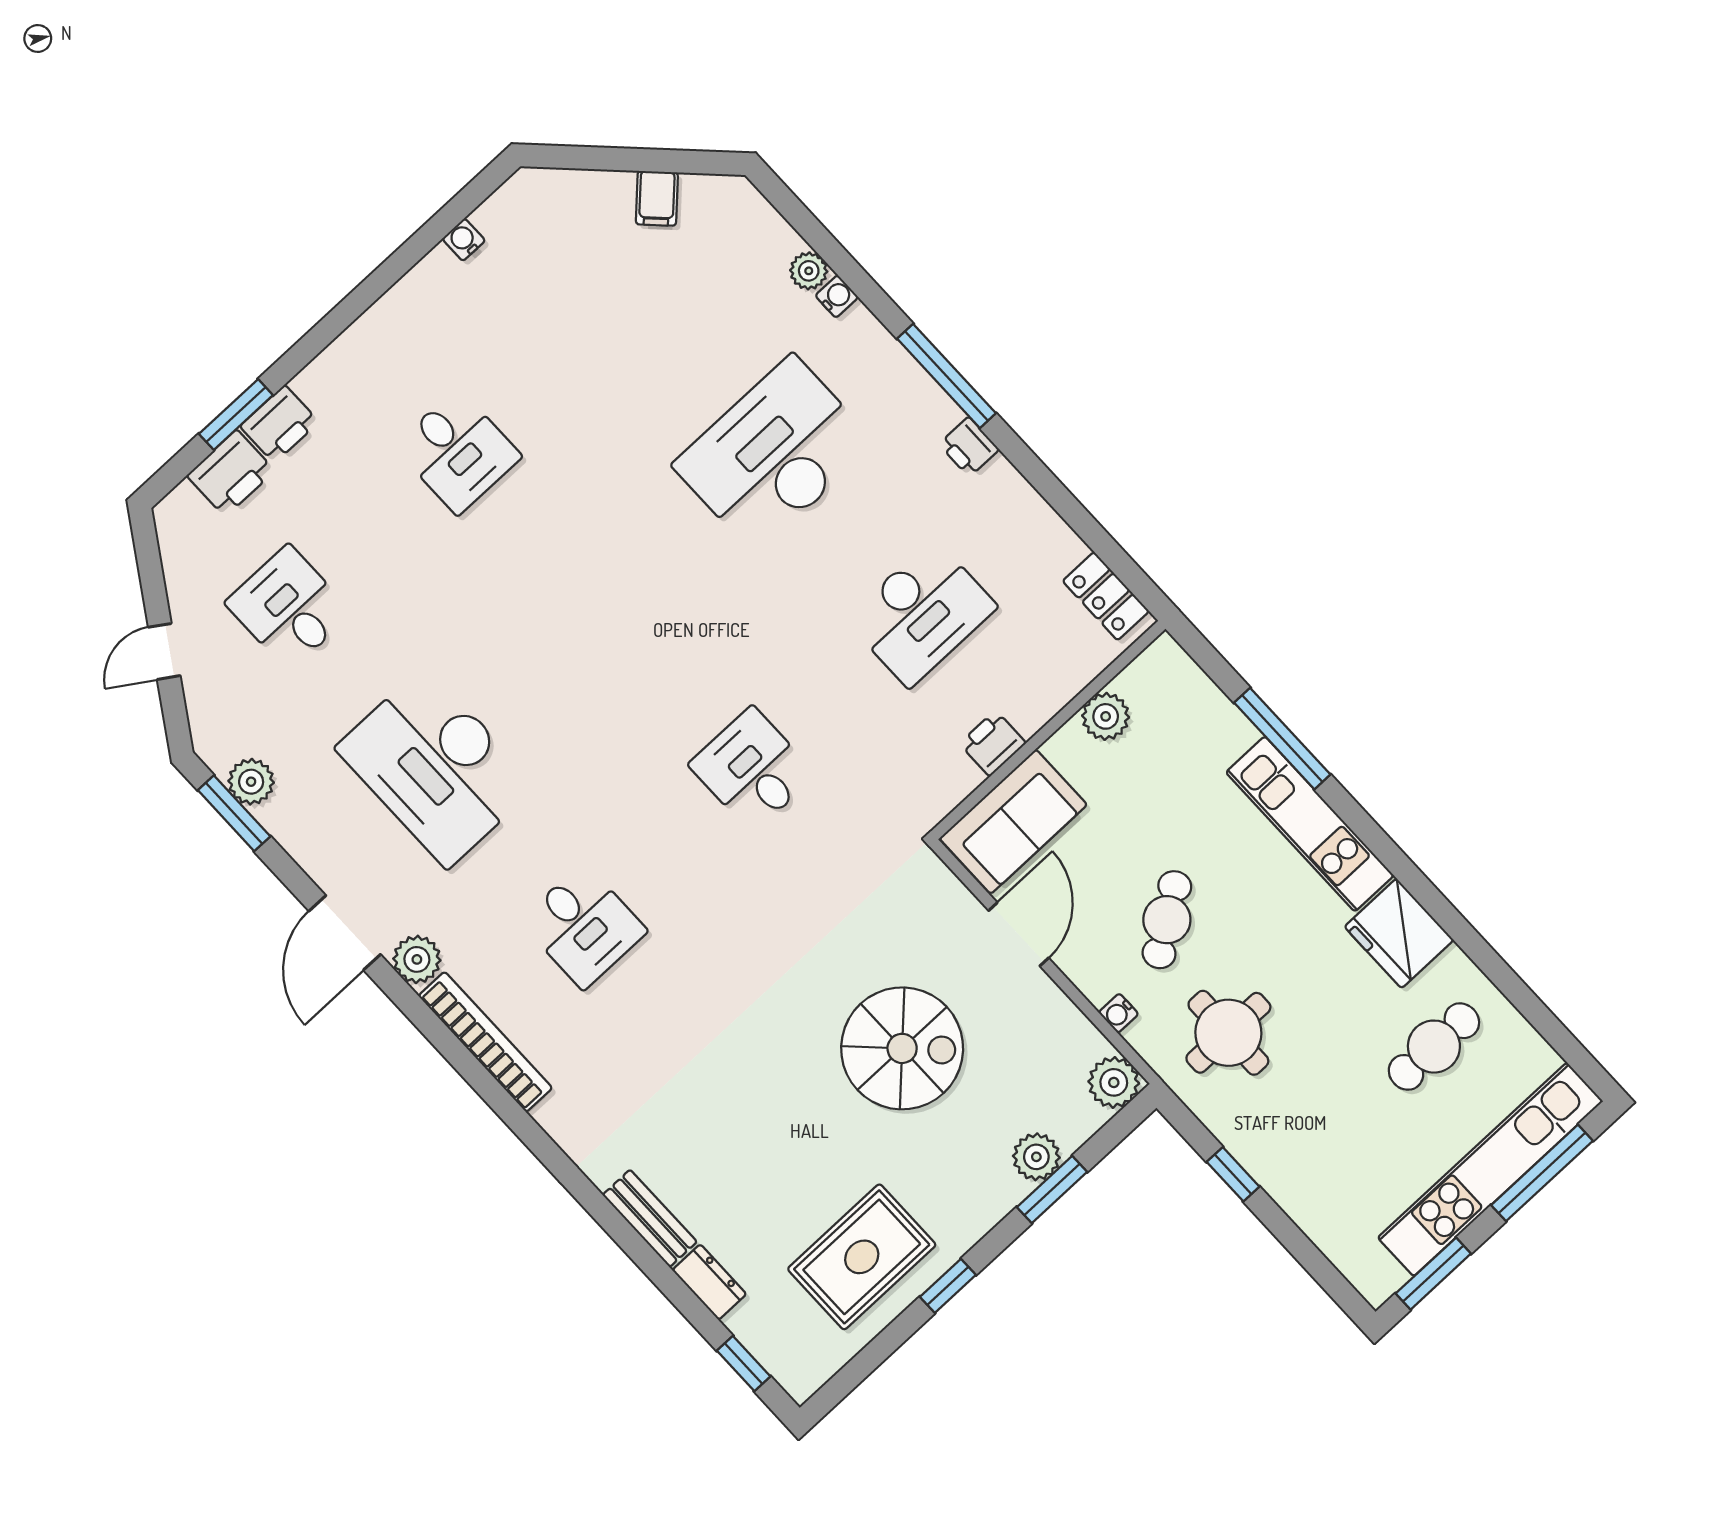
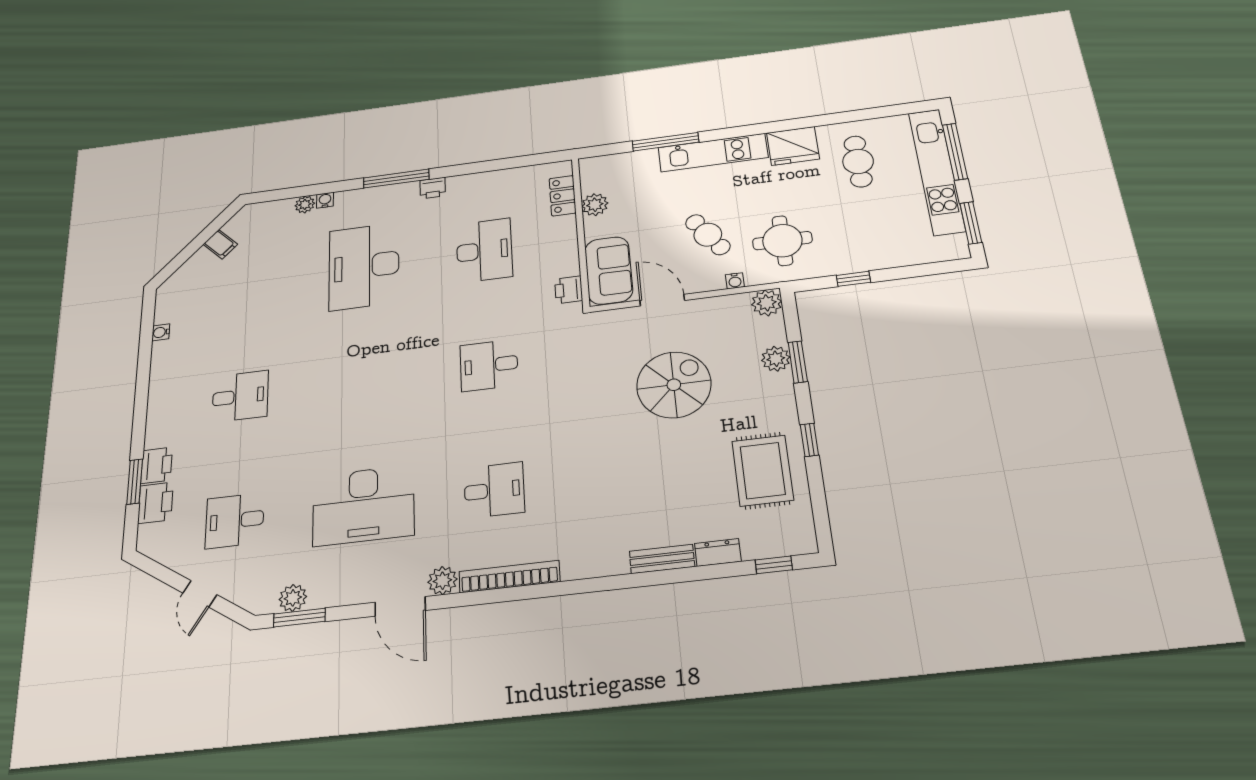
locker: (1106, 596) -> (563, 196), moved, turned 90
printer: (993, 743) -> (569, 290), moved

